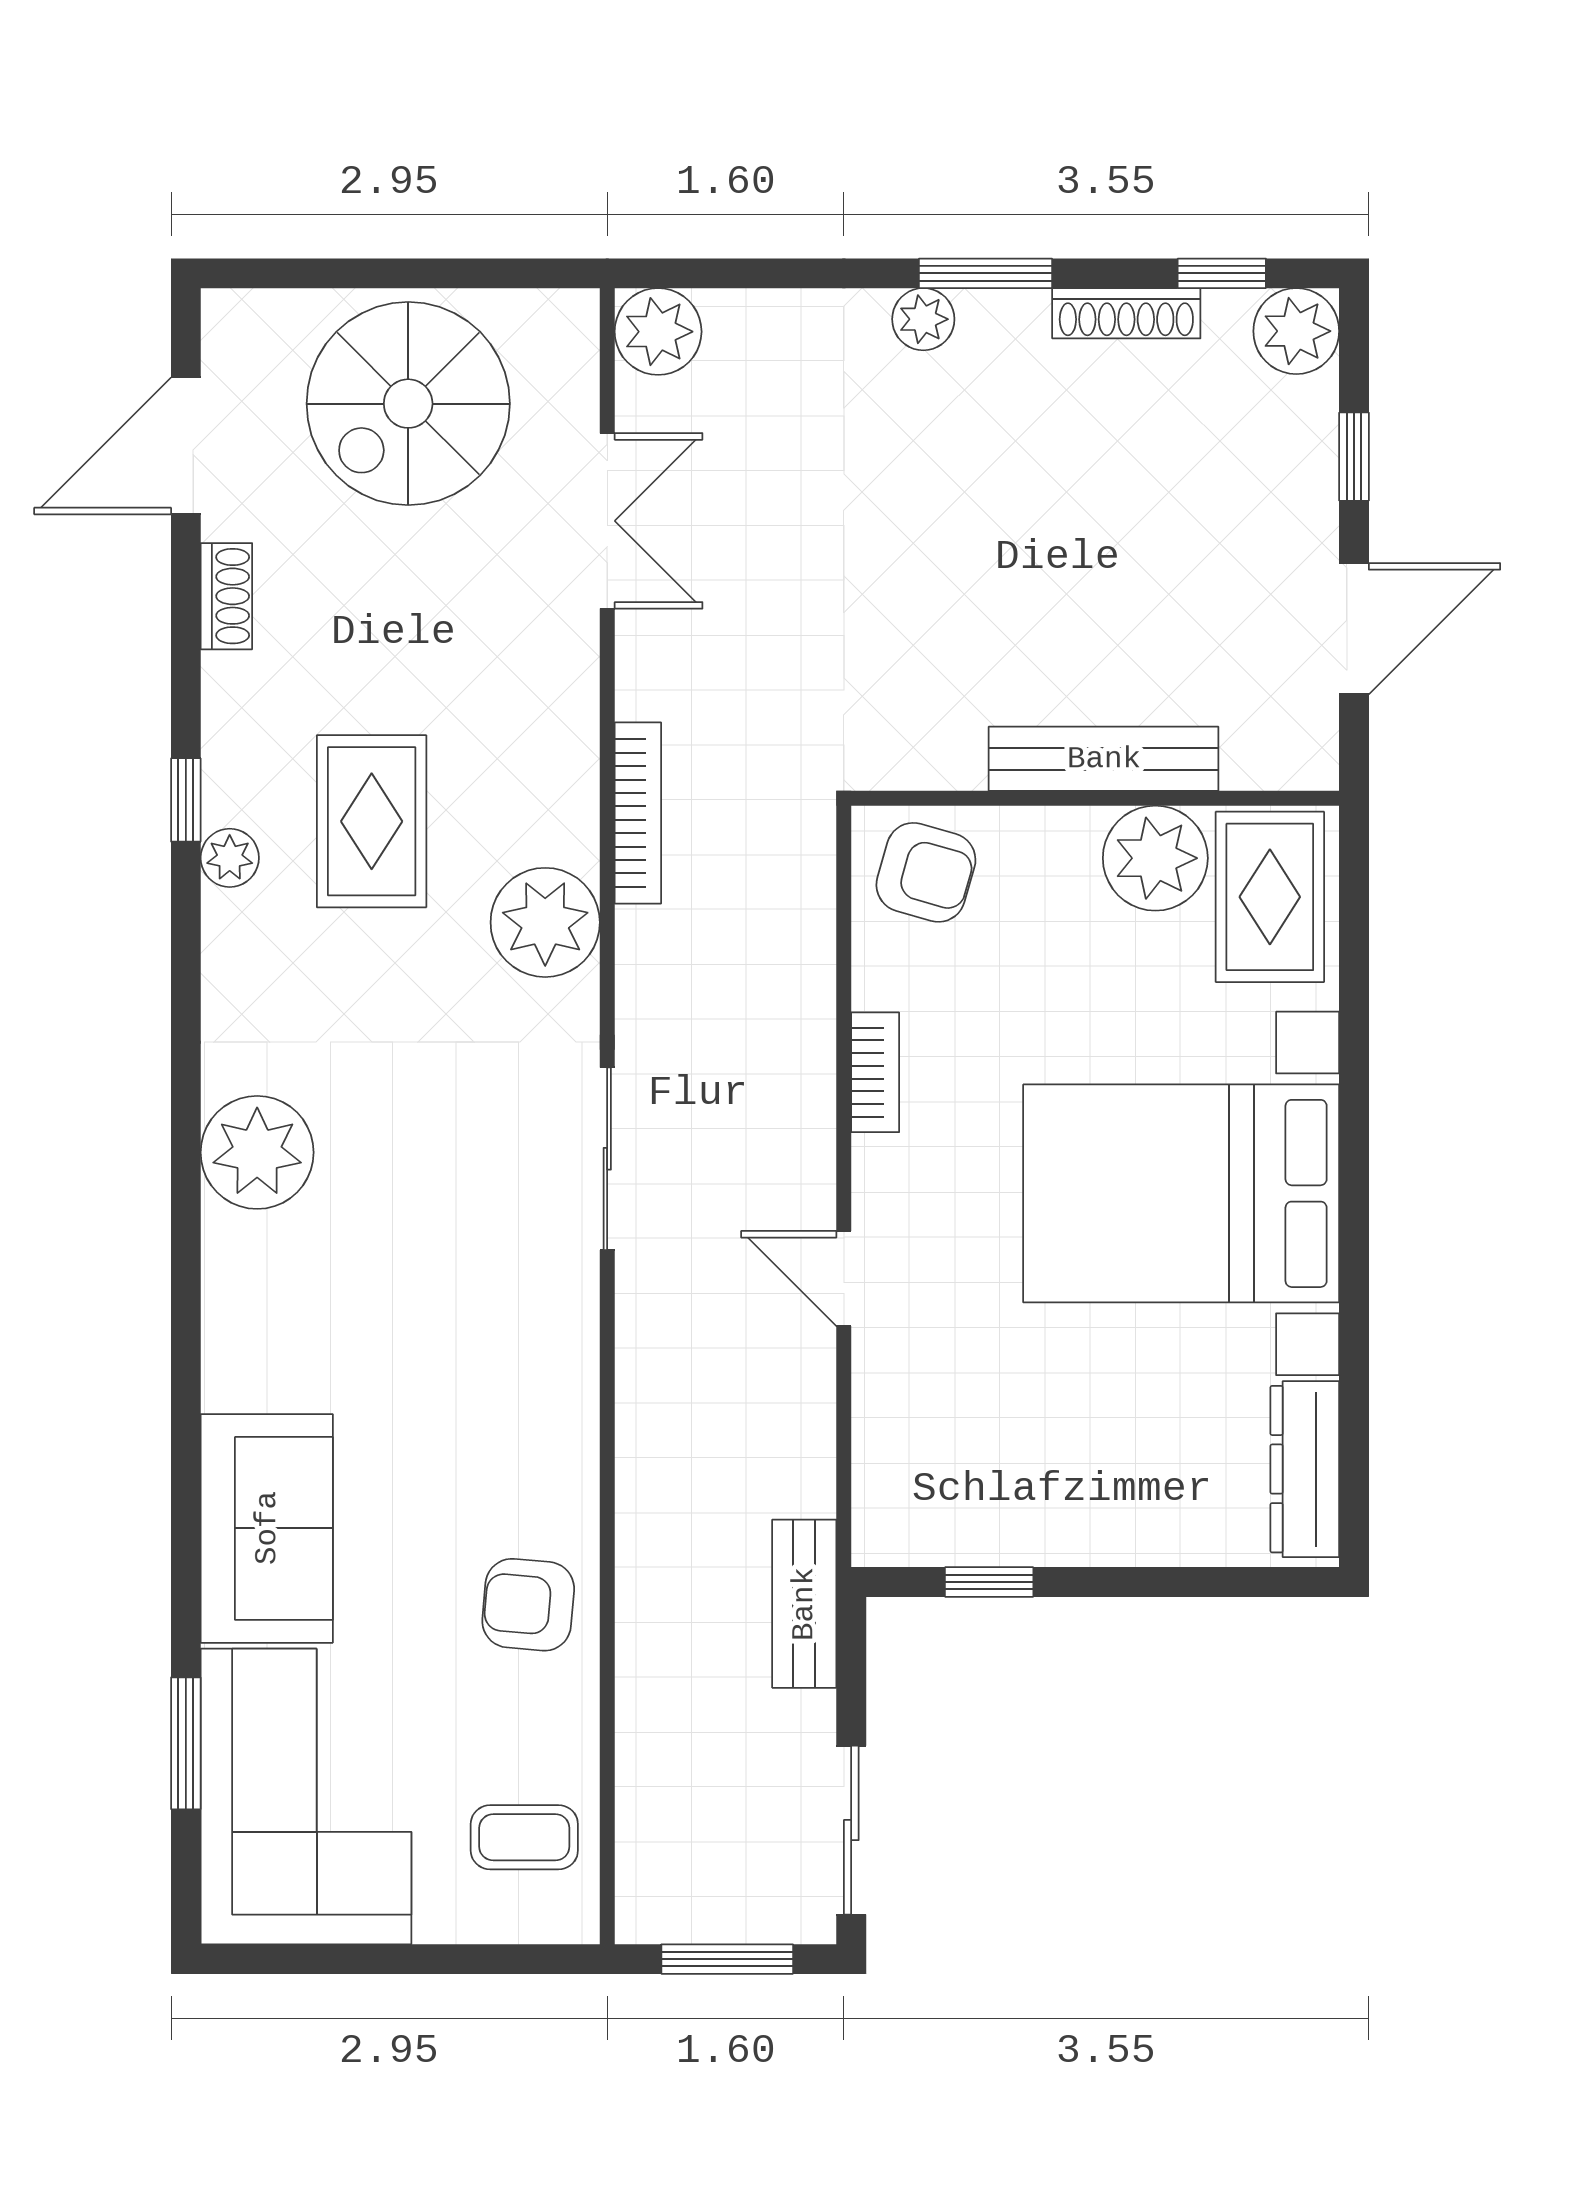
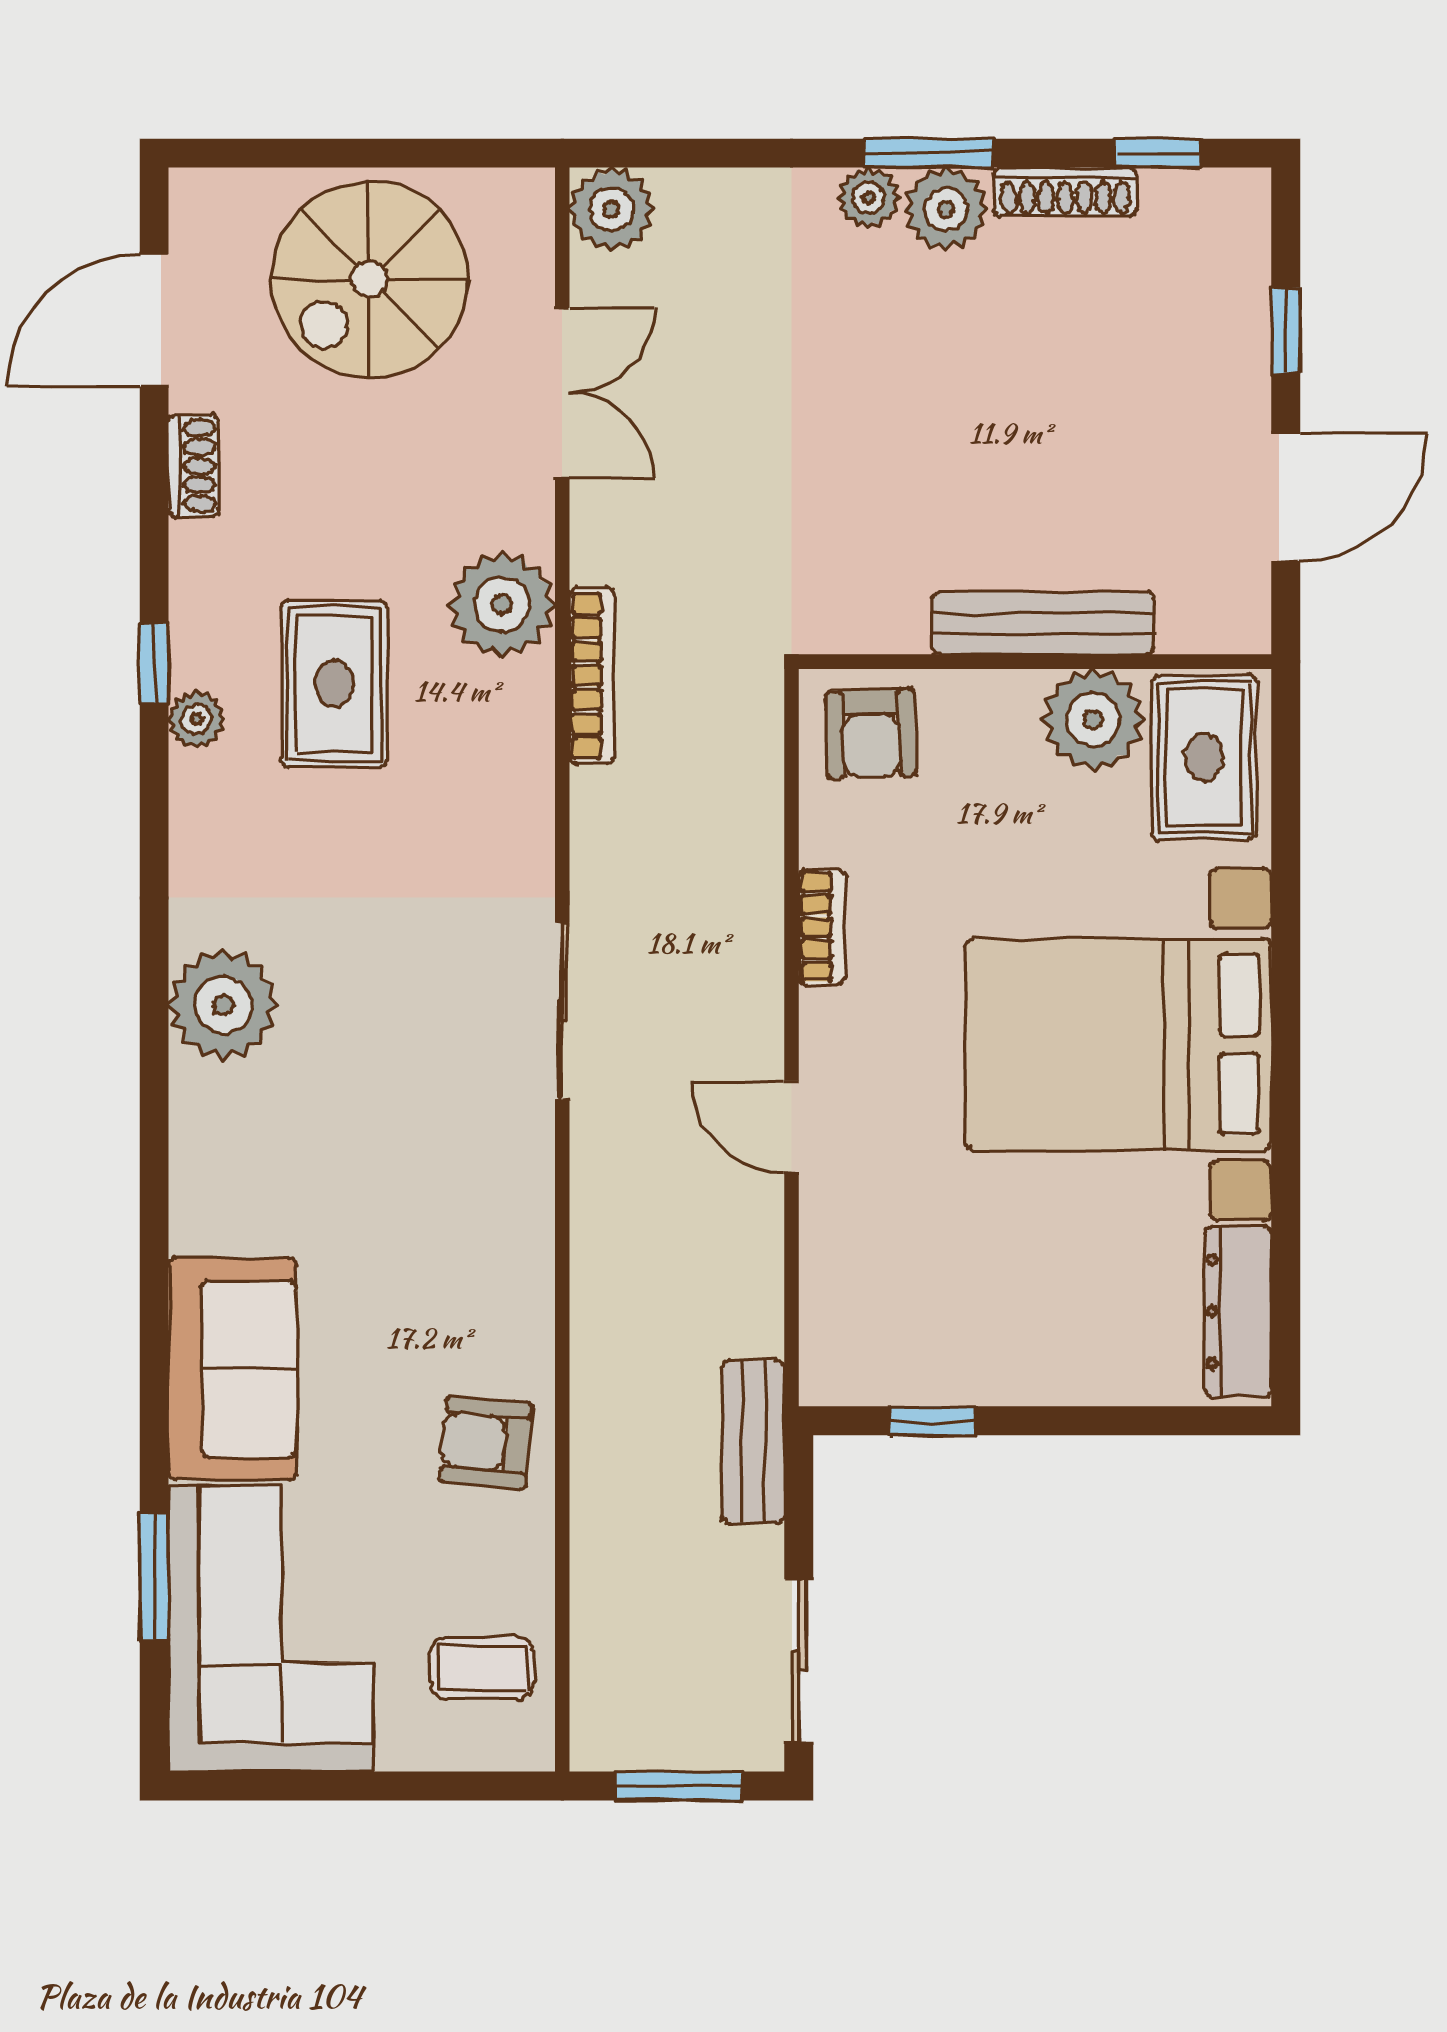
plant: (1296, 331) -> (946, 209), moved
armchair: (926, 872) -> (871, 733), turned 72
plant: (545, 922) -> (502, 604), moved

